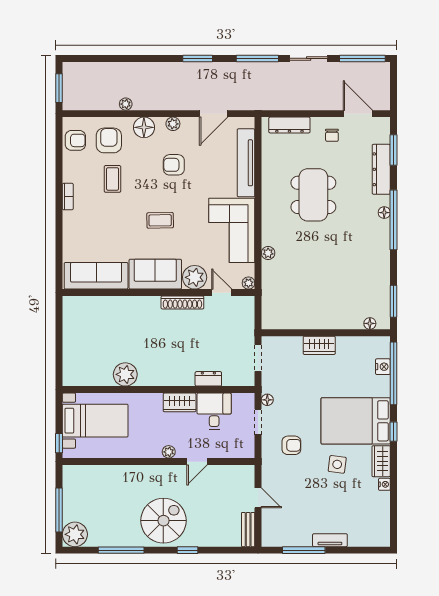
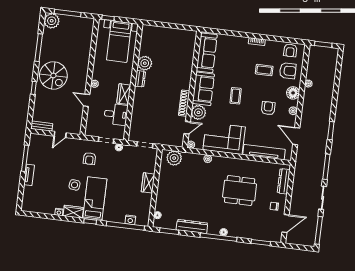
dresser: (381, 169) -> (192, 226), moved
plant: (274, 308) -> (174, 158), added
dresser: (208, 379) -> (140, 79), moved
bed: (356, 421) -> (95, 199), width x0.67

